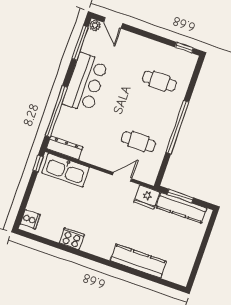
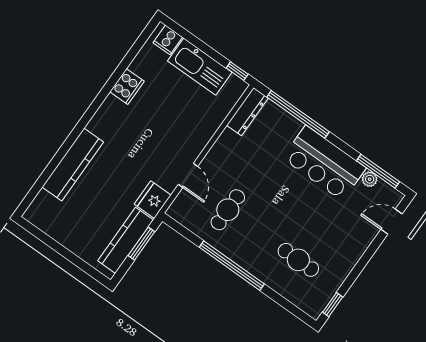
plant: (95, 25) -> (370, 179), moved
cafe table: (159, 81) -> (298, 260), turned 90
kitchen sink: (66, 170) -> (200, 67), moved, turned -90

